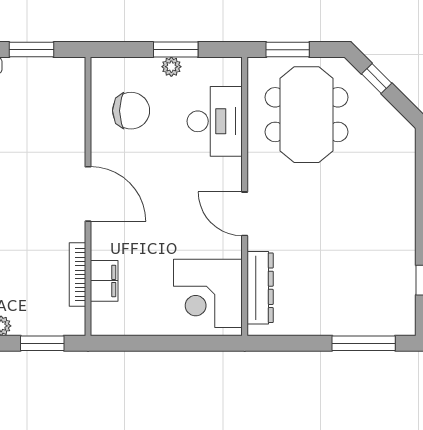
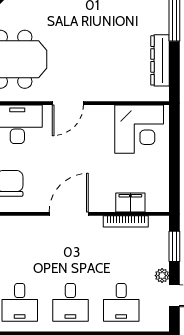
door: (245, 214) -> (68, 103), moved
dresser: (260, 288) -> (160, 60), moved, turned -90

